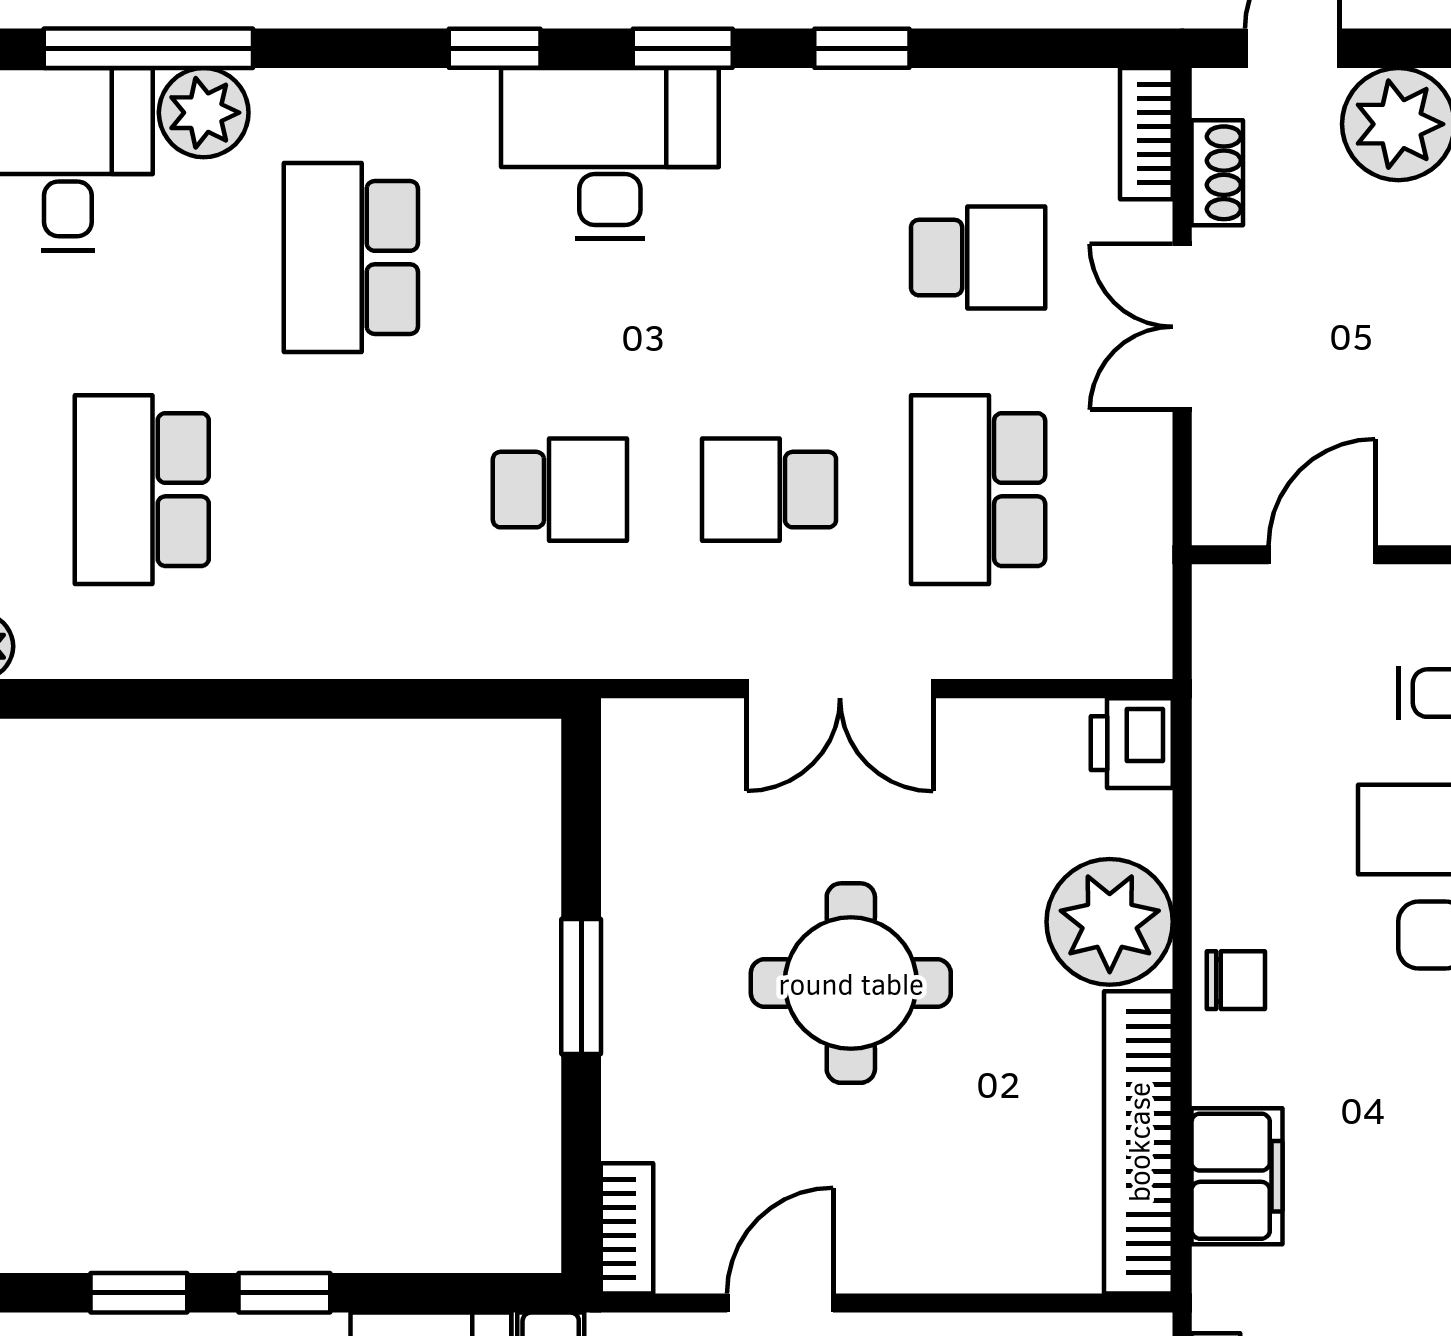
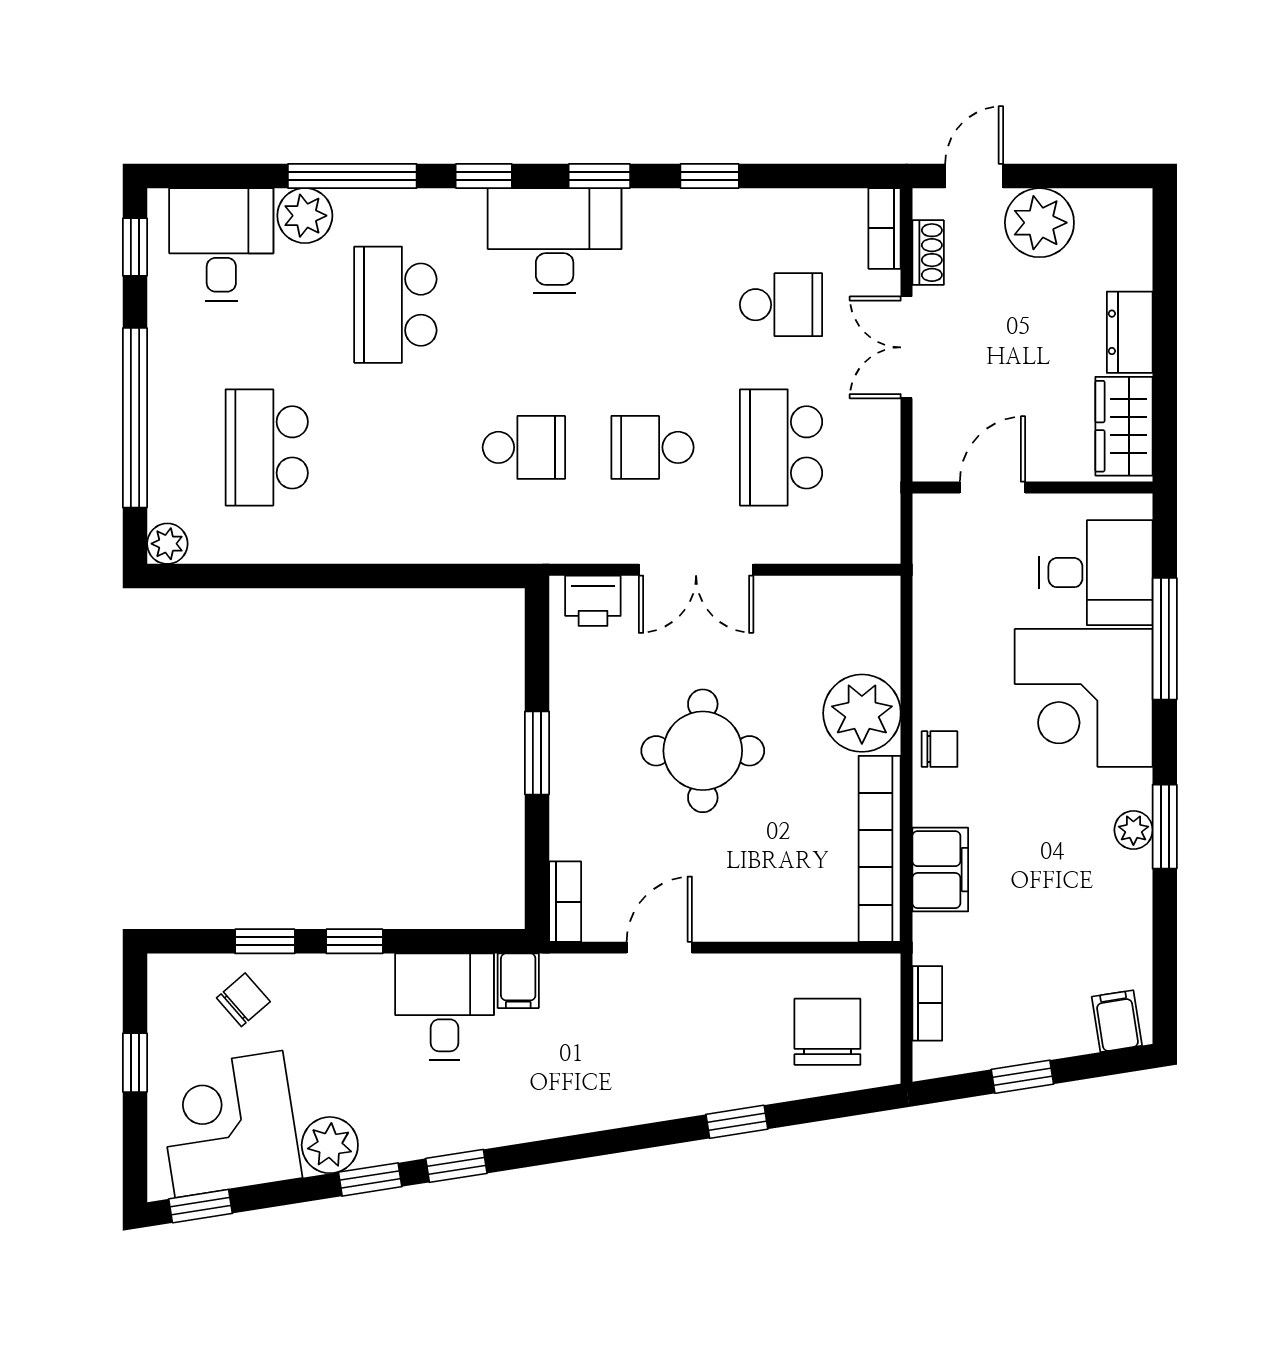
window: (148, 48) -> (352, 176), moved
printer: (1132, 743) -> (593, 601), moved, turned -90

